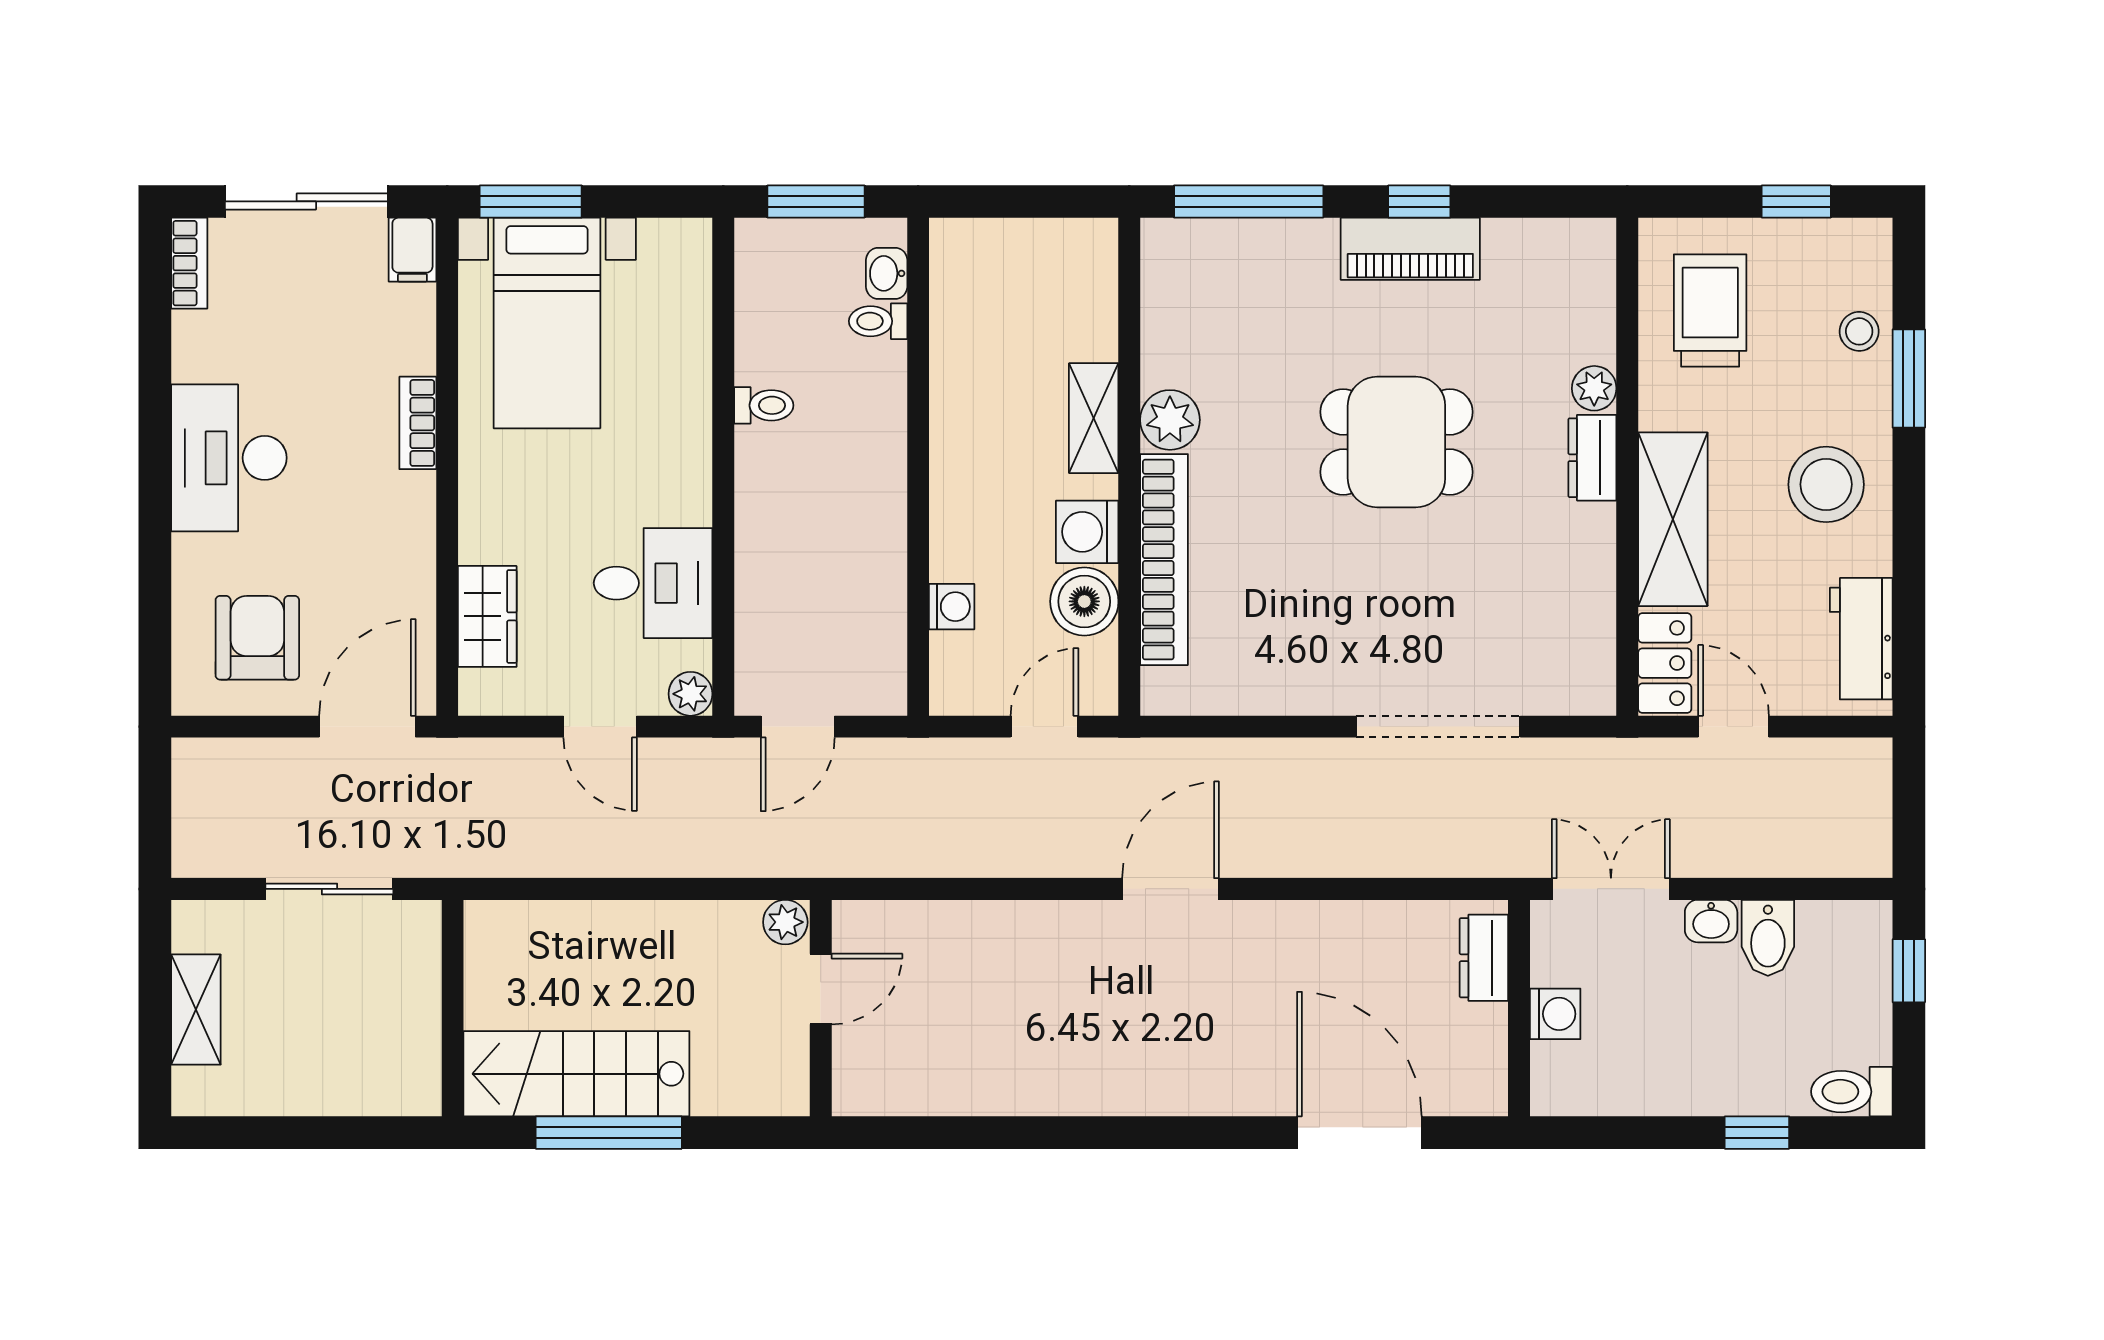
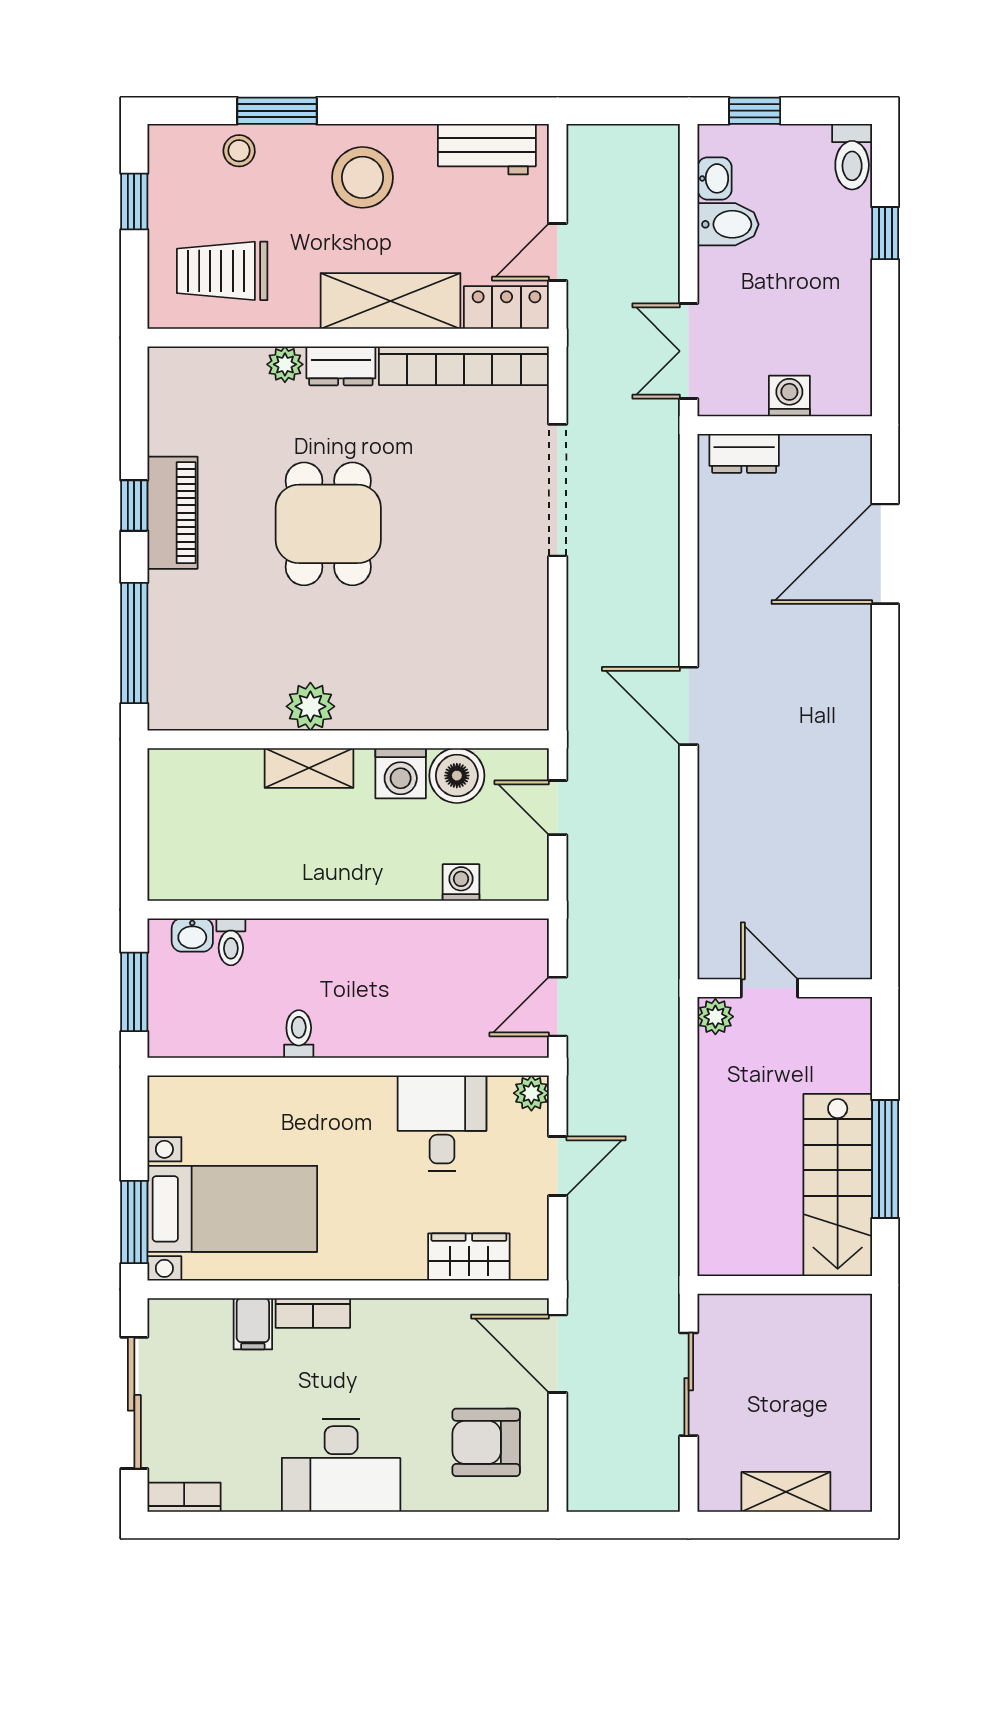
filing cabinet: (412, 250) -> (253, 1324), moved, turned 90
bookcase: (1164, 560) -> (464, 366), moved, turned 180
door: (798, 727) -> (558, 1007), swing flipped
washbasin: (1711, 921) -> (715, 178), moved

